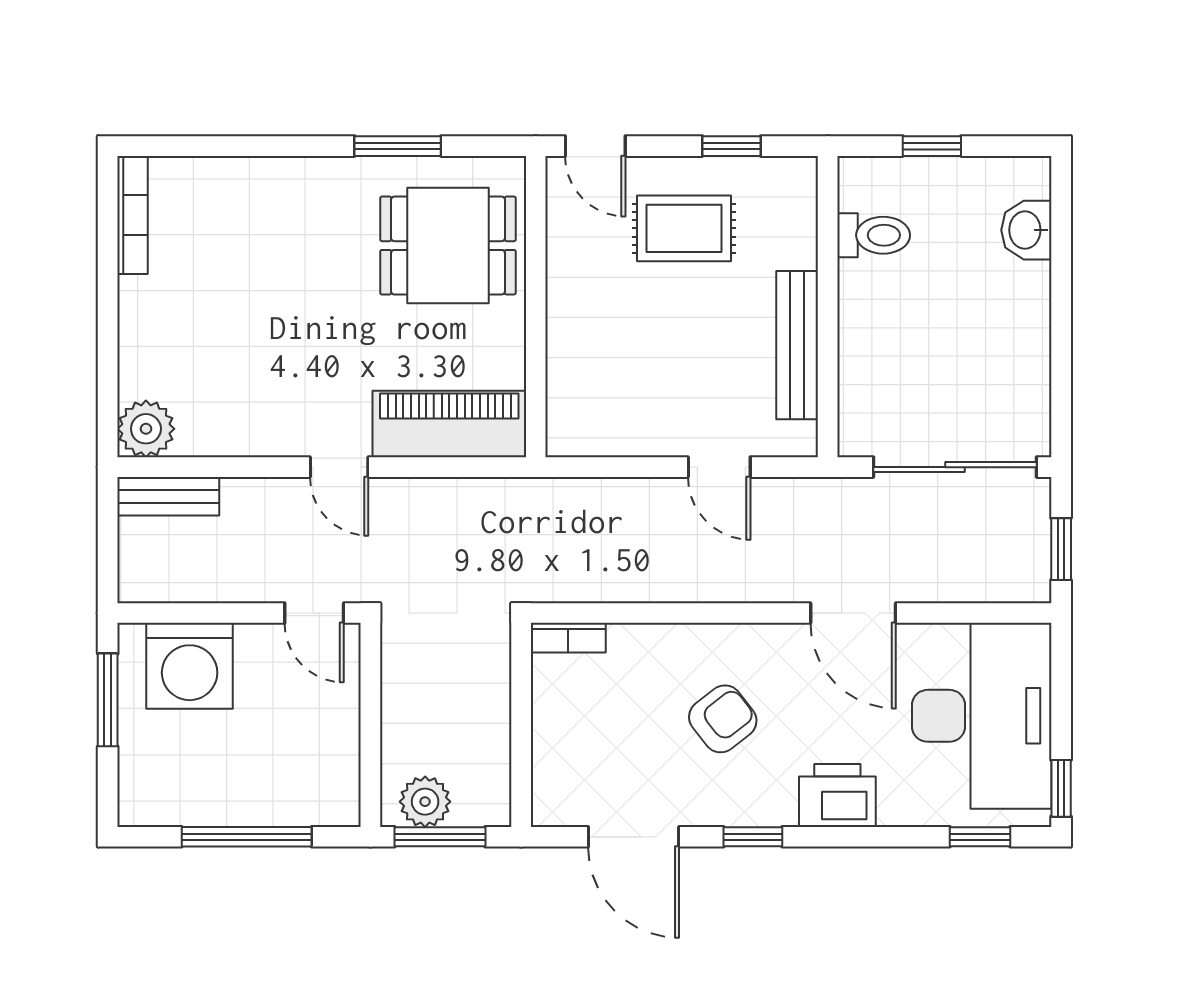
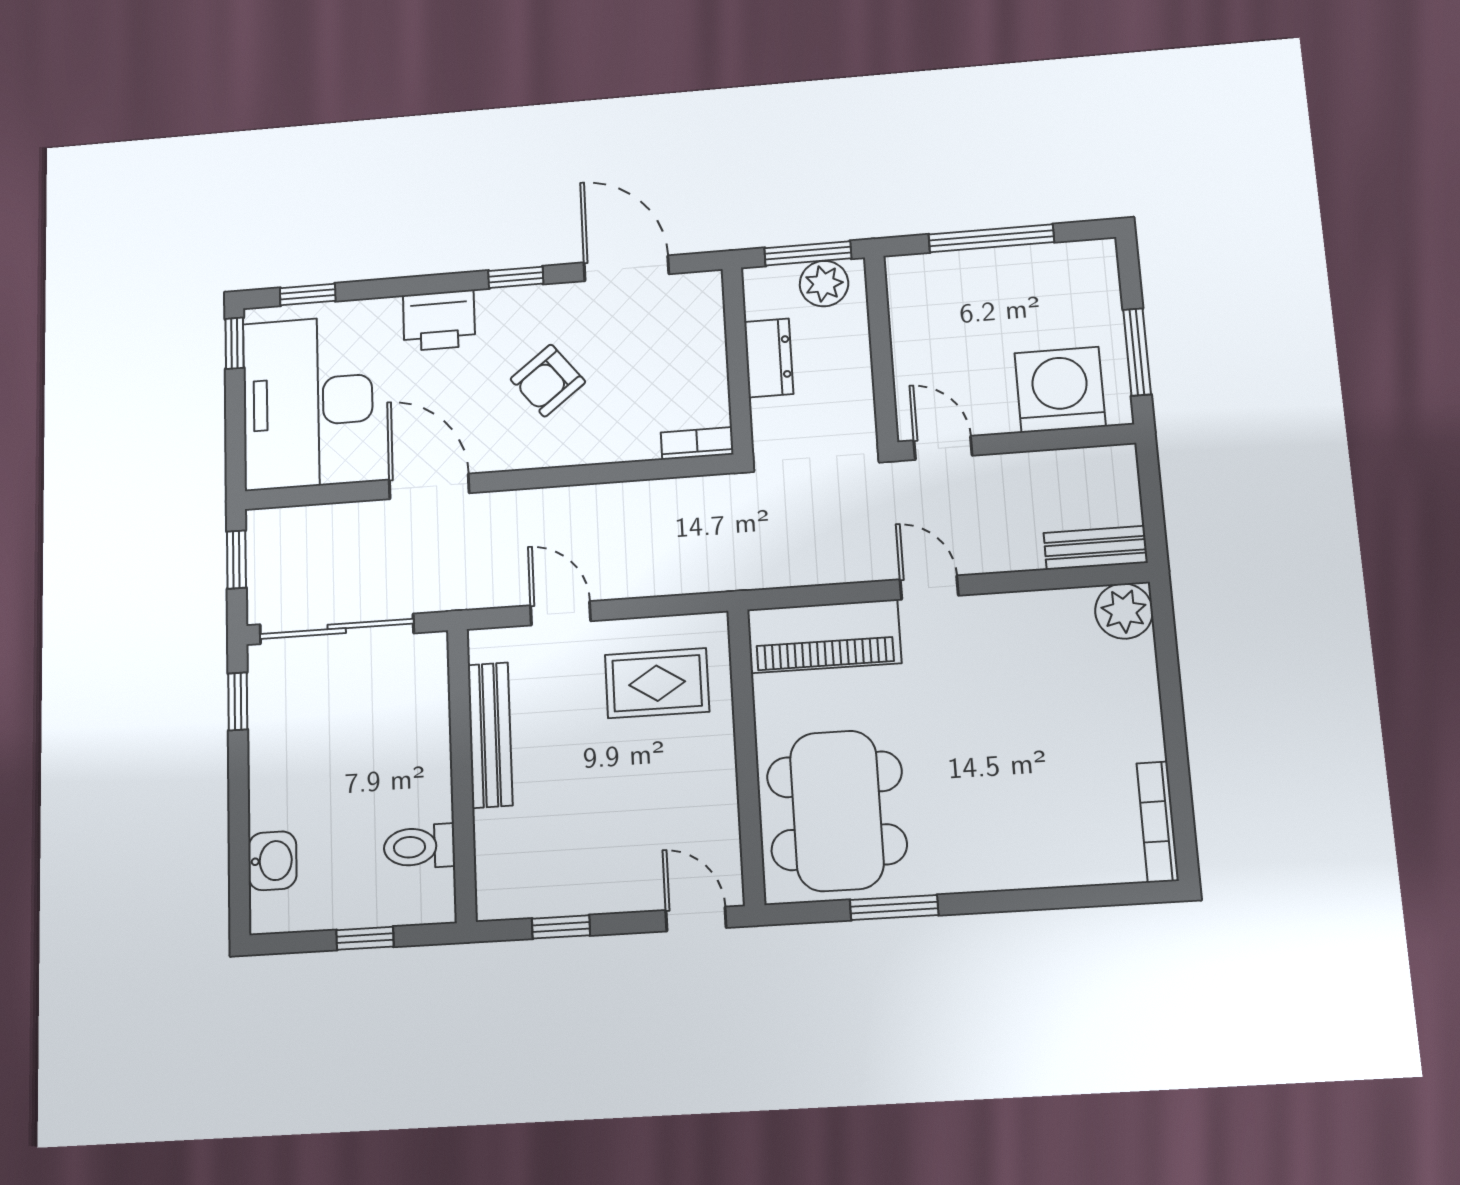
rug: (684, 228) -> (657, 683), moved
dining table: (448, 246) -> (837, 811), width x1.38
window: (1061, 397) -> (238, 701), added
dresser: (488, 725) -> (769, 358), added

